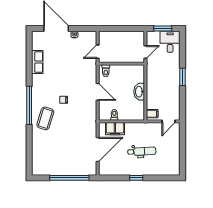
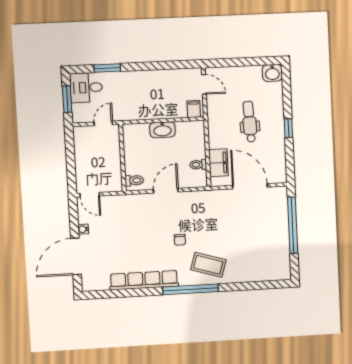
door: (98, 52) -> (90, 195), moved
door: (145, 52) -> (103, 123), hinge flipped
row of seats: (37, 62) -> (144, 280), width x2.02
window: (182, 77) -> (107, 68), moved
washbasin: (174, 169) -> (272, 73), added

